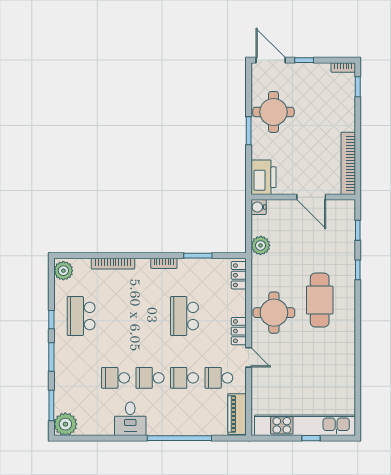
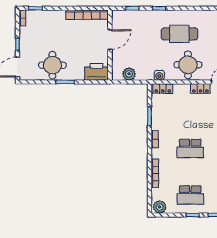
water cooler: (259, 207) -> (159, 75), moved
plant: (261, 245) -> (129, 74), moved
school desk: (184, 316) -> (190, 148), moved

